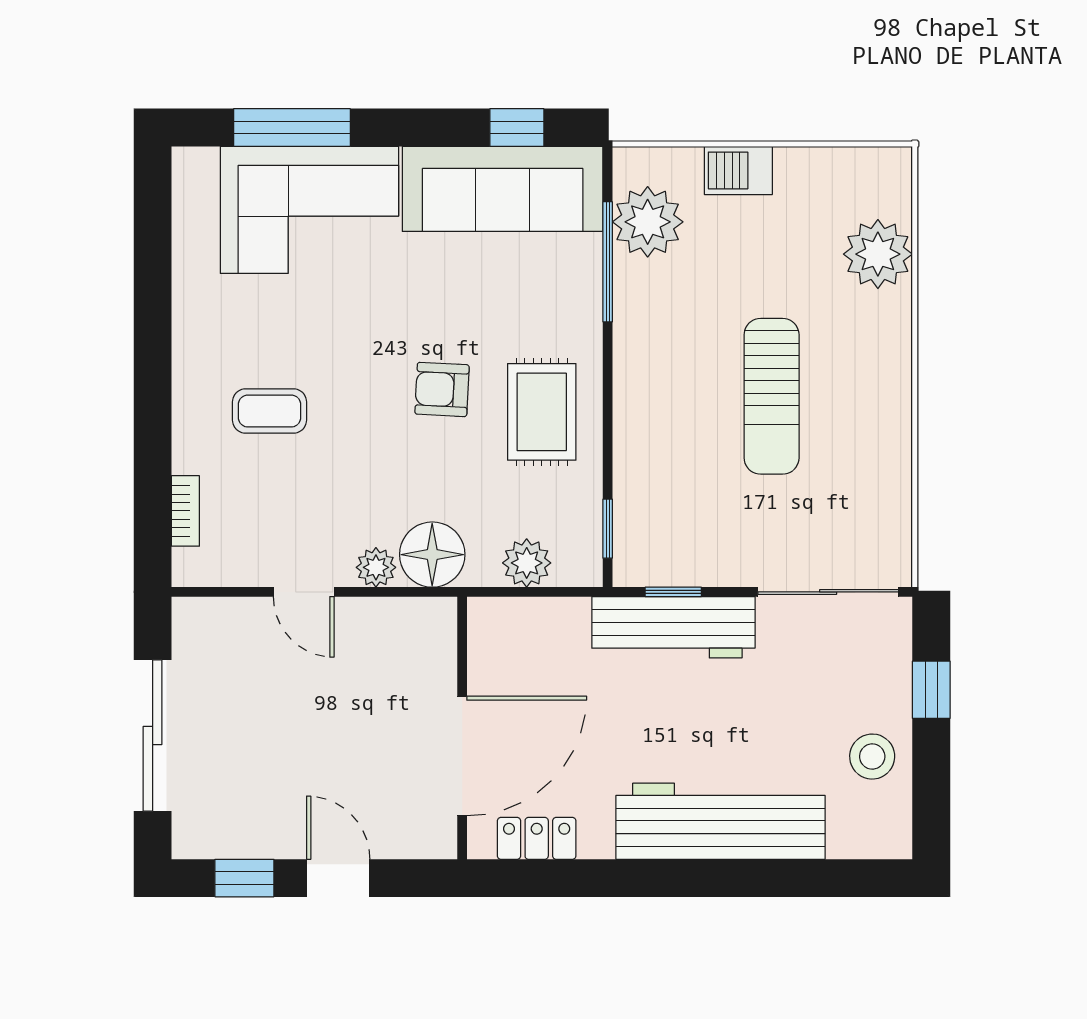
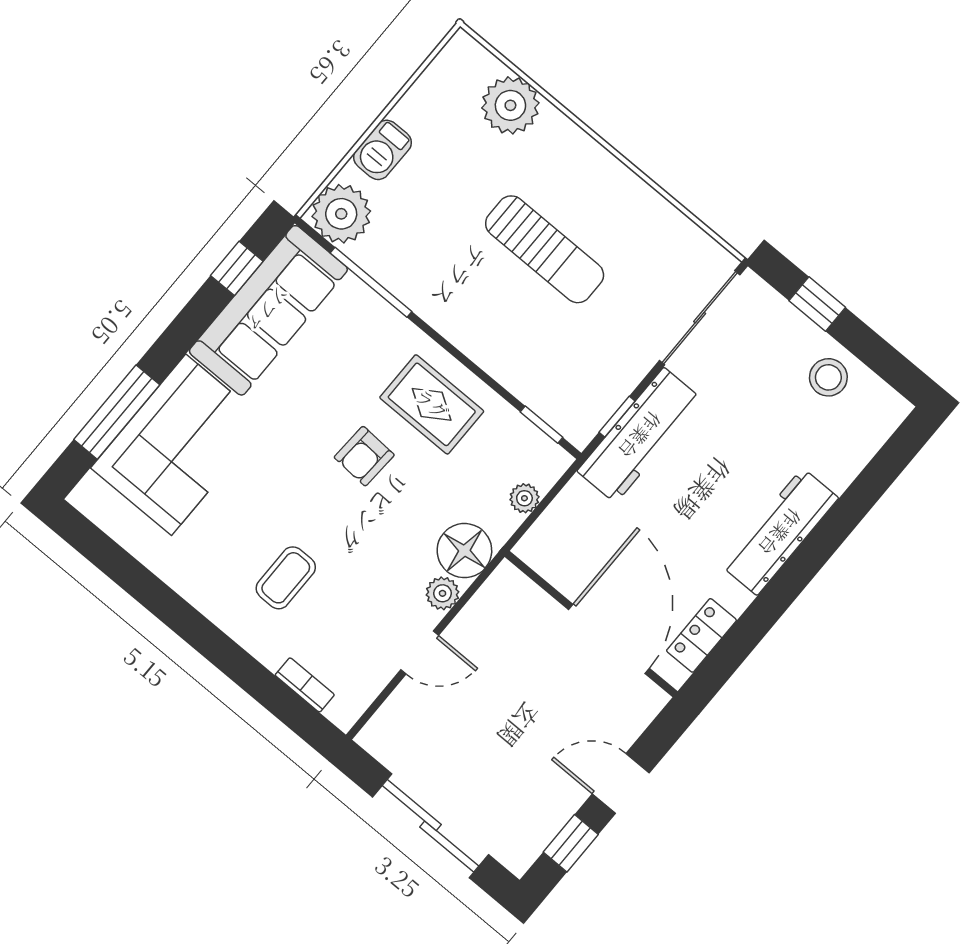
plant: (648, 222) -> (341, 214), moved
plant: (527, 563) -> (524, 498), width x0.73, depth x0.73
workbench: (720, 821) -> (780, 532), width x0.73, depth x0.76

